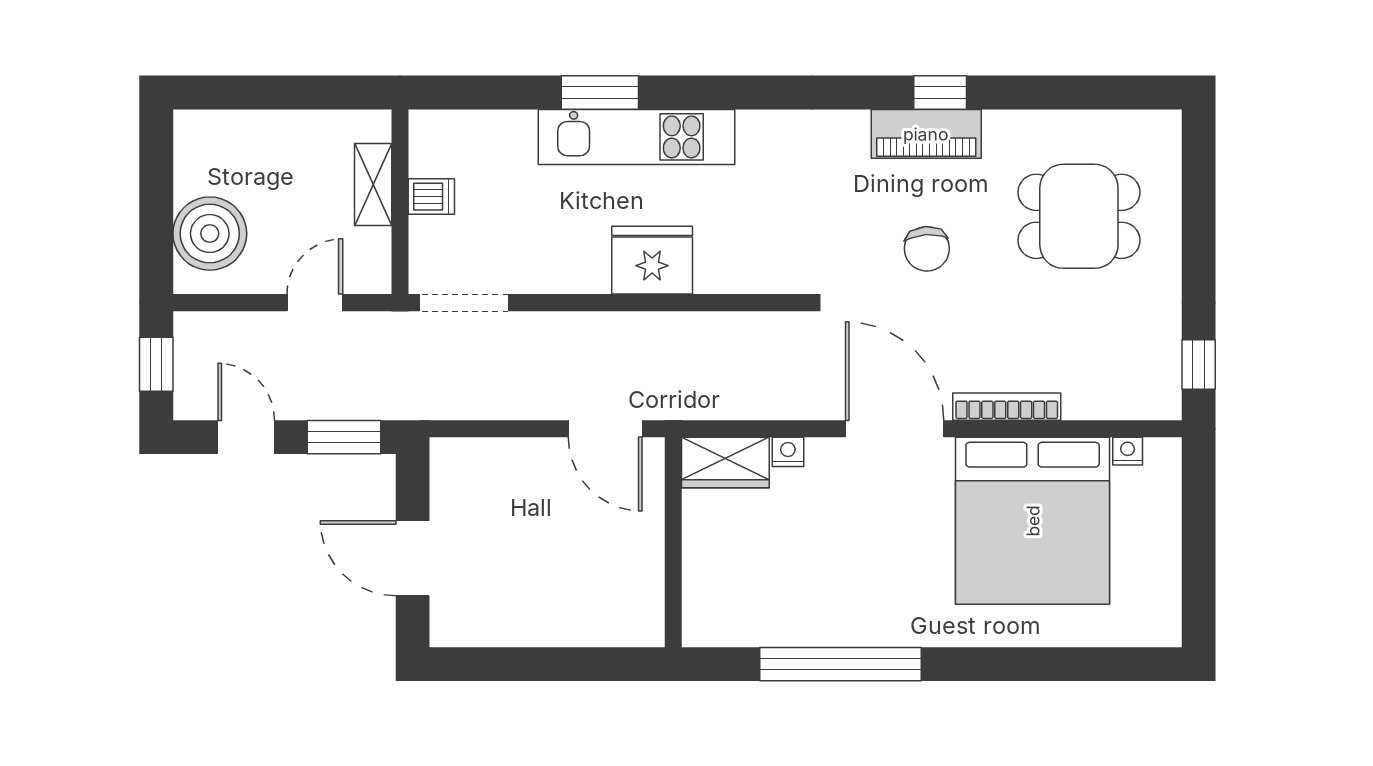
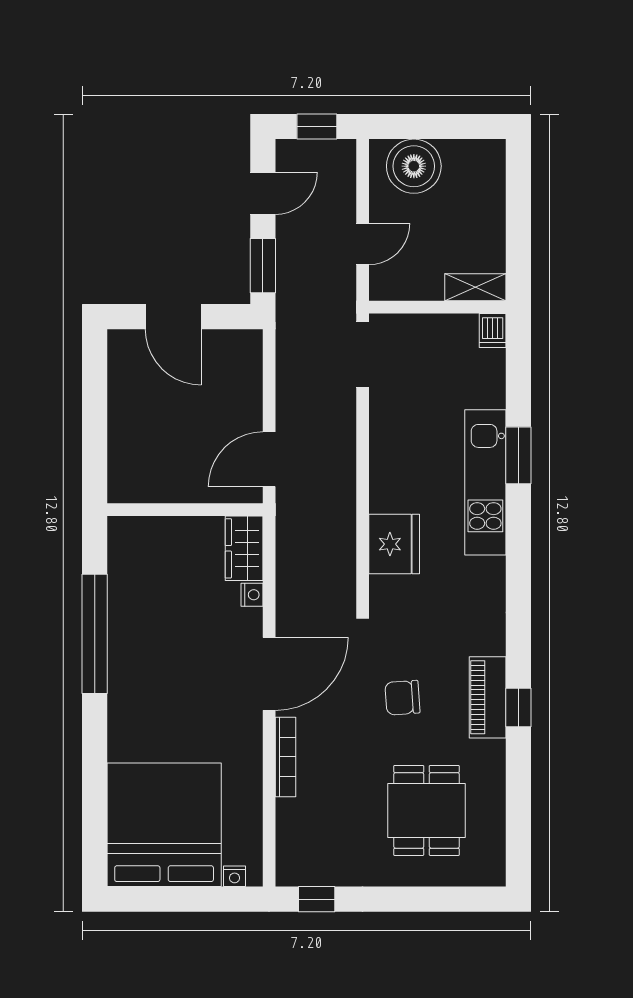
shelving: (373, 184) -> (475, 287), moved
dishwasher: (431, 197) -> (493, 331), moved
fridge: (652, 260) -> (394, 544), moved
door: (315, 303) -> (363, 244), hinge flipped
nightstand: (1128, 451) -> (235, 876), moved, turned 90
bed: (1033, 521) -> (164, 825), moved, turned 90
door: (413, 558) -> (173, 317), swing flipped

